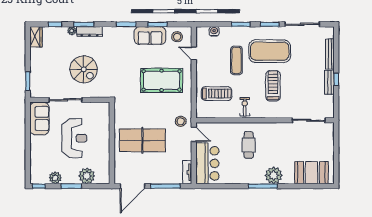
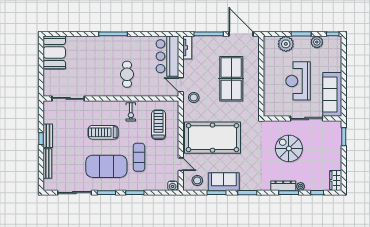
water cooler: (214, 31) -> (173, 186), moved
pool table: (162, 80) -> (212, 138), width x1.36, depth x1.32
treadmill: (273, 86) -> (103, 132), turned 90
treadmill: (217, 94) -> (159, 125), turned 90
sofa: (39, 118) -> (332, 94), width x1.36
table tennis table: (142, 140) -> (231, 79), turned 90
booth: (311, 173) -> (54, 52), moved, turned 90
plant: (274, 175) -> (102, 44), removed
door: (132, 186) -> (241, 34), hinge flipped

